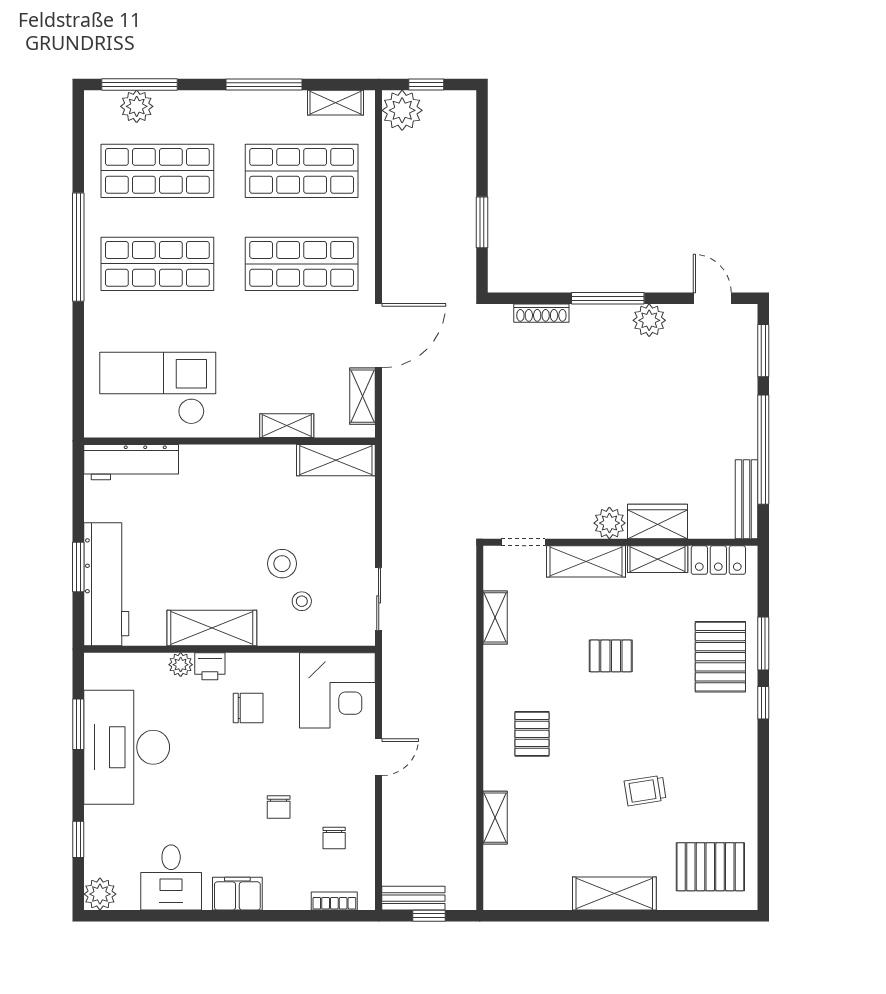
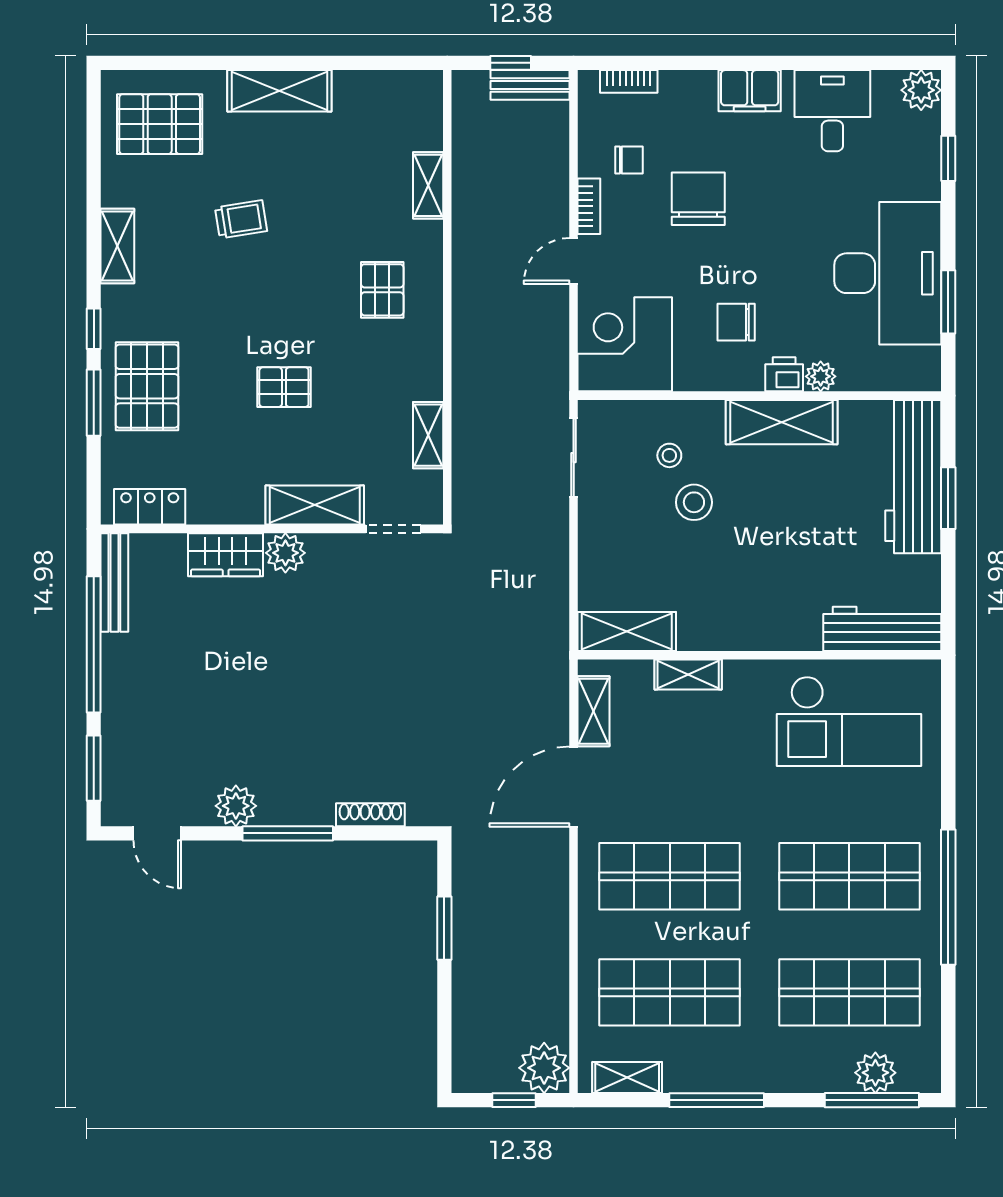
shelving: (658, 559) -> (117, 246), moved, turned 90
bookcase: (366, 801) -> (589, 206), added
chair: (279, 807) -> (698, 199), width x1.87, depth x1.87
chair: (334, 838) -> (629, 160), turned 90

